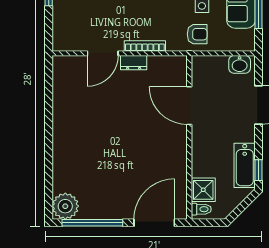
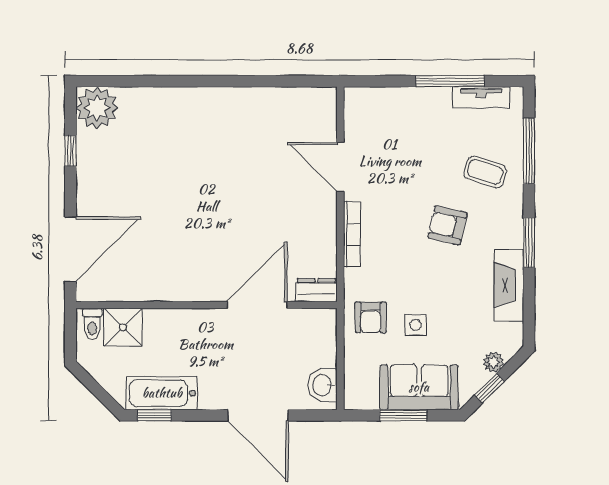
dresser: (134, 63) -> (316, 290), moved, turned 90
window: (92, 223) -> (70, 151), width x0.32
door: (154, 223) -> (70, 249), hinge flipped

